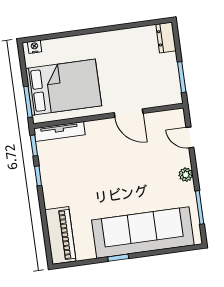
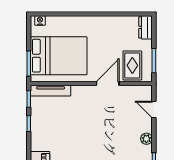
rug: (156, 87) -> (132, 65), added
door: (129, 113) -> (108, 83), swing flipped

